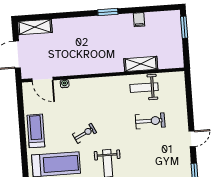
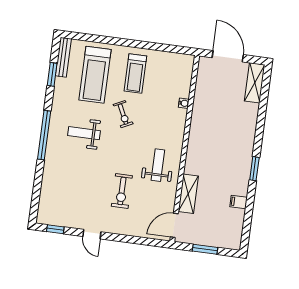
window: (184, 27) -> (205, 249), moved
door: (42, 79) -> (174, 225), moved
weight bench: (144, 88) -> (158, 165), moved
treadmill: (36, 131) -> (135, 73), moved, turned 90

